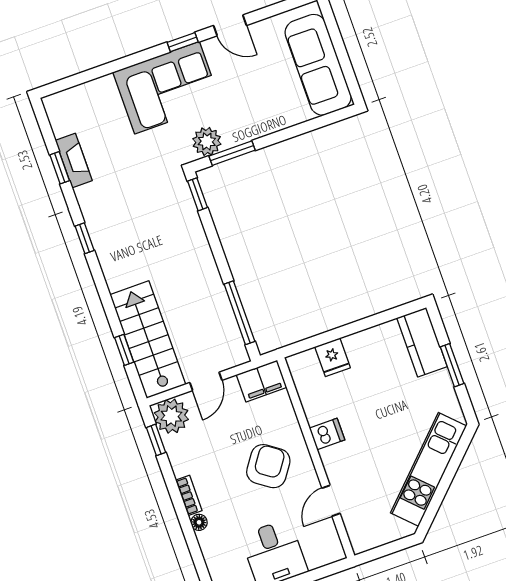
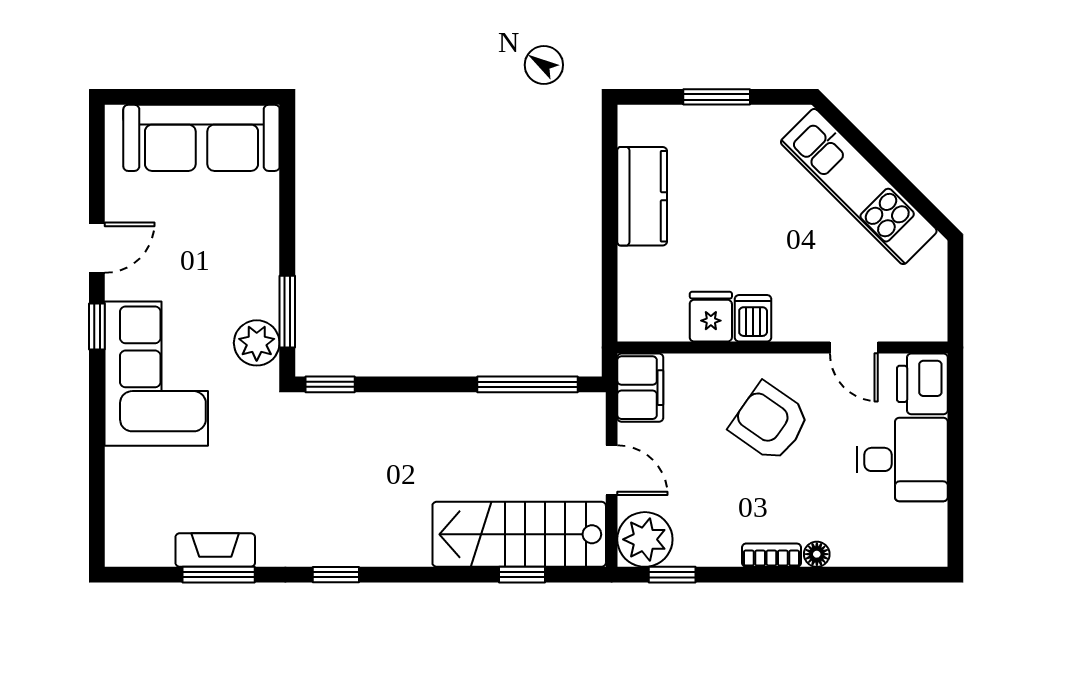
window: (60, 168) -> (219, 575), width x1.50
kitchen counter: (422, 342) -> (642, 196), moved, turned -90
fridge: (333, 357) -> (711, 317), moved, turned -90
printer: (324, 549) -> (922, 384), added

